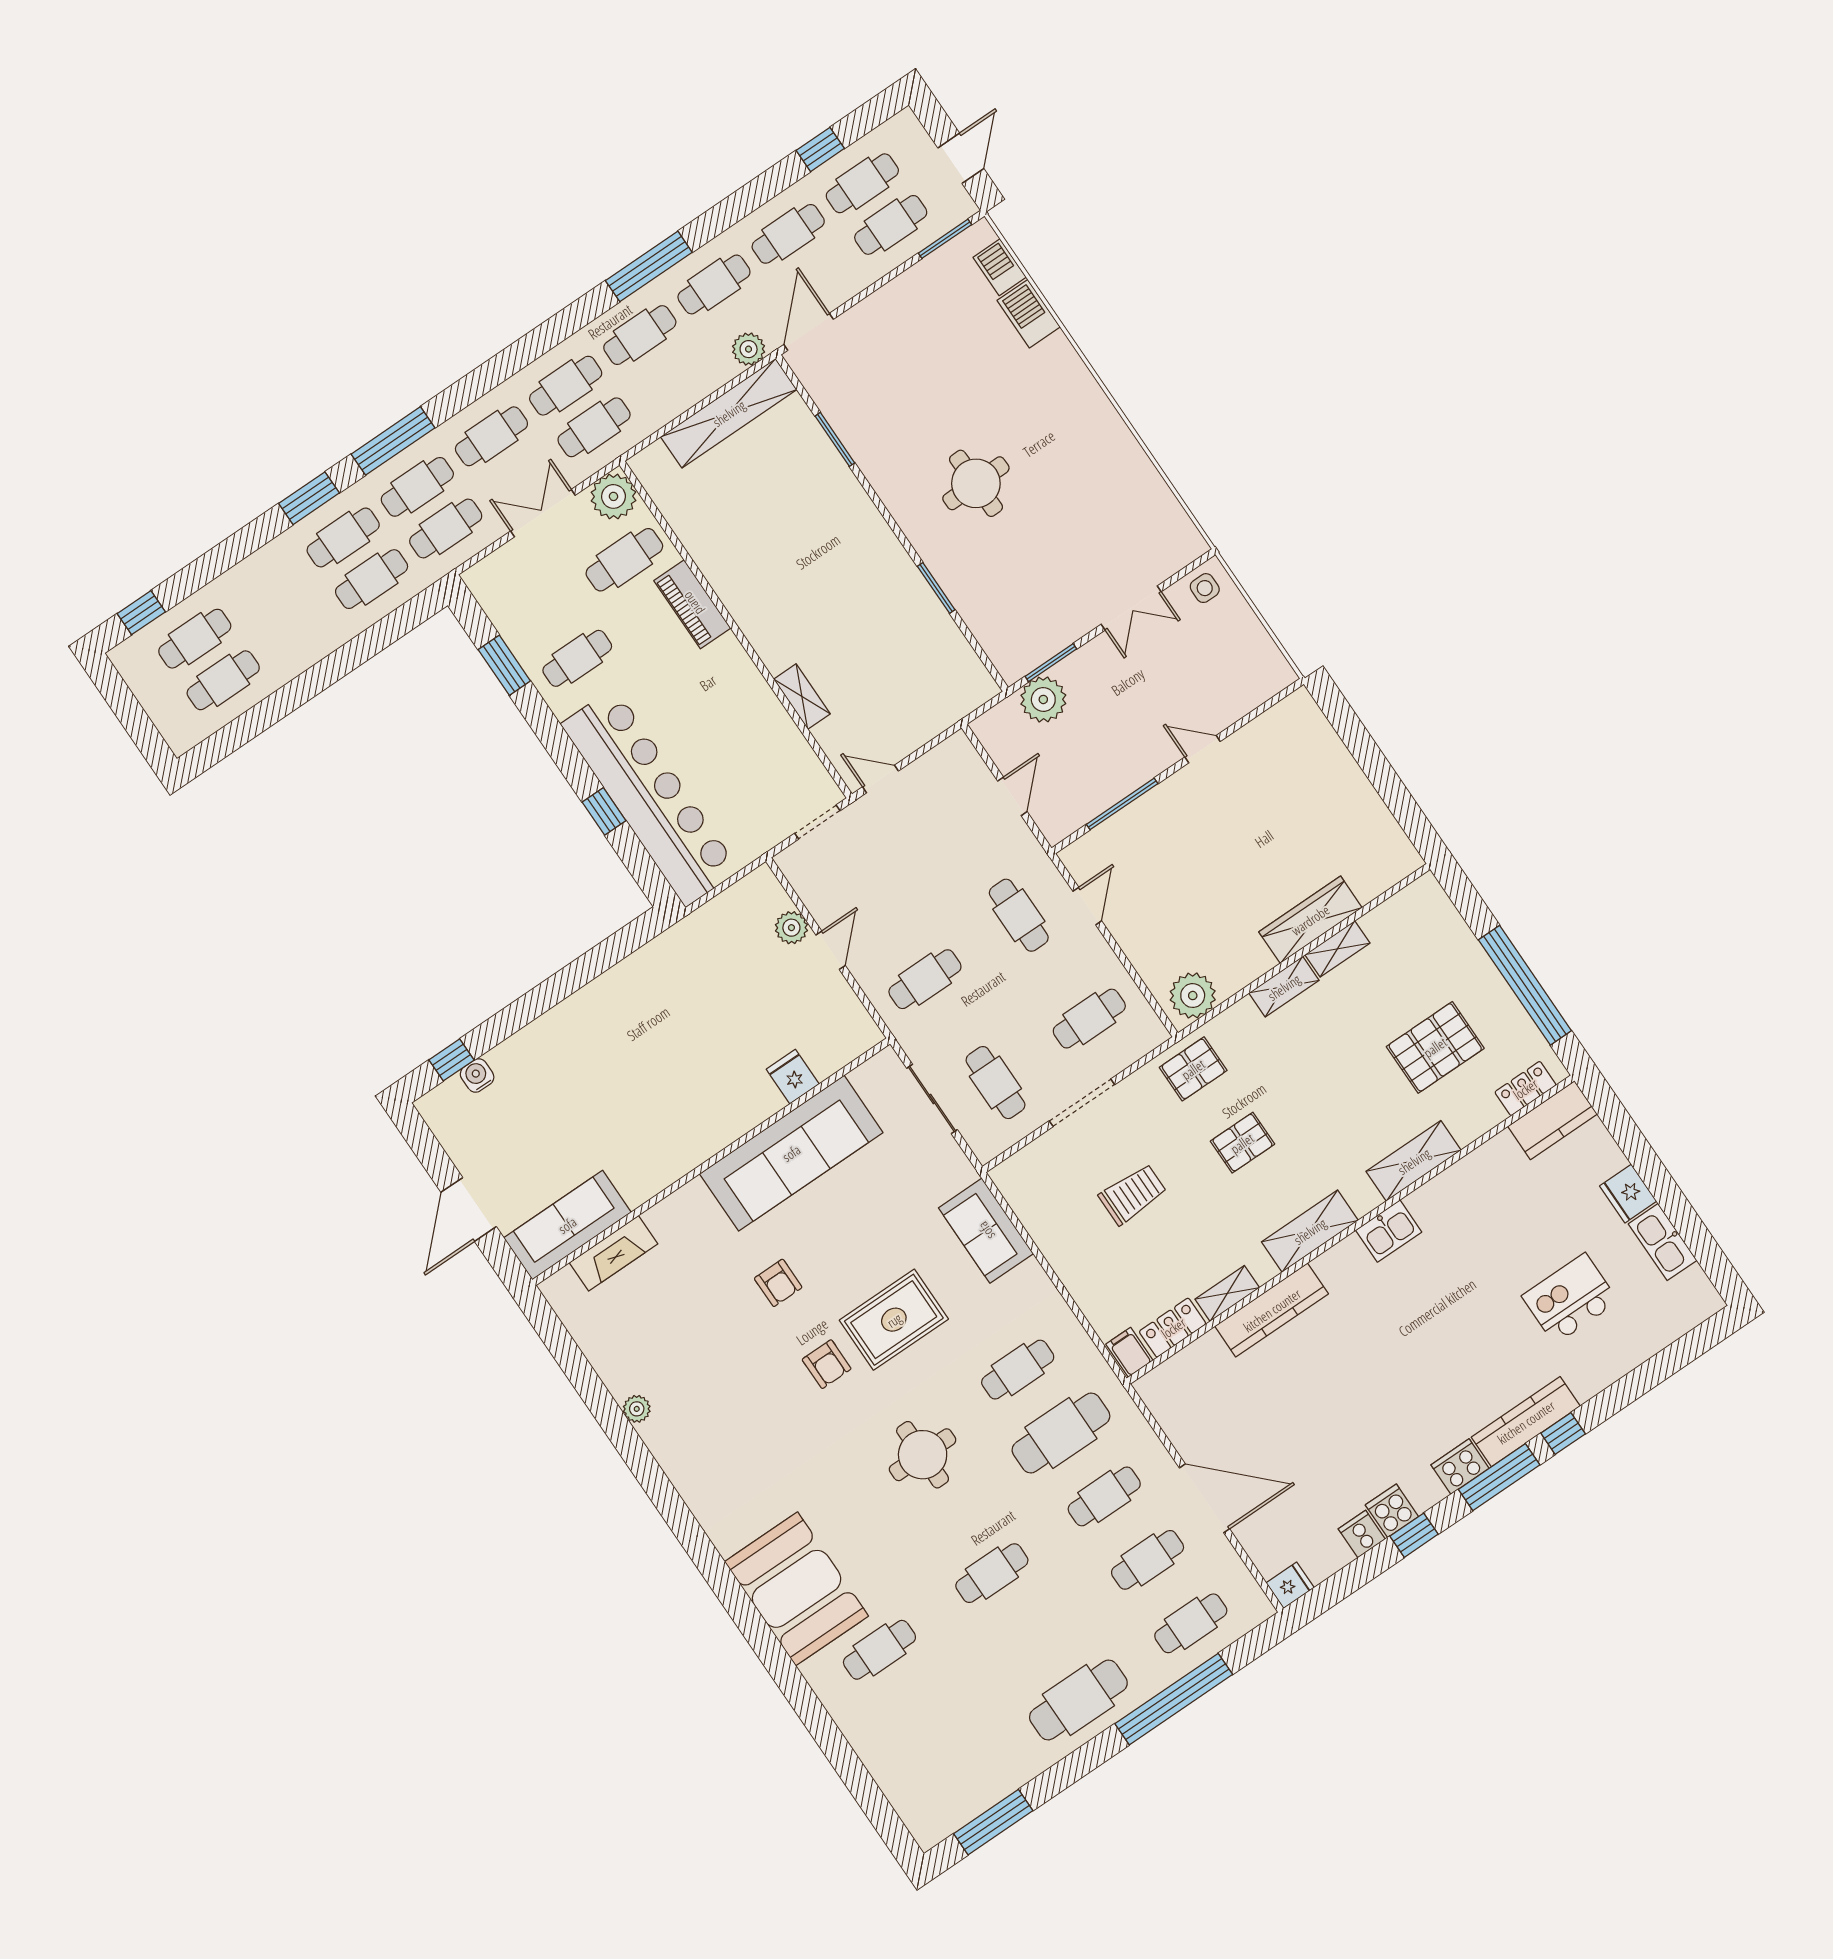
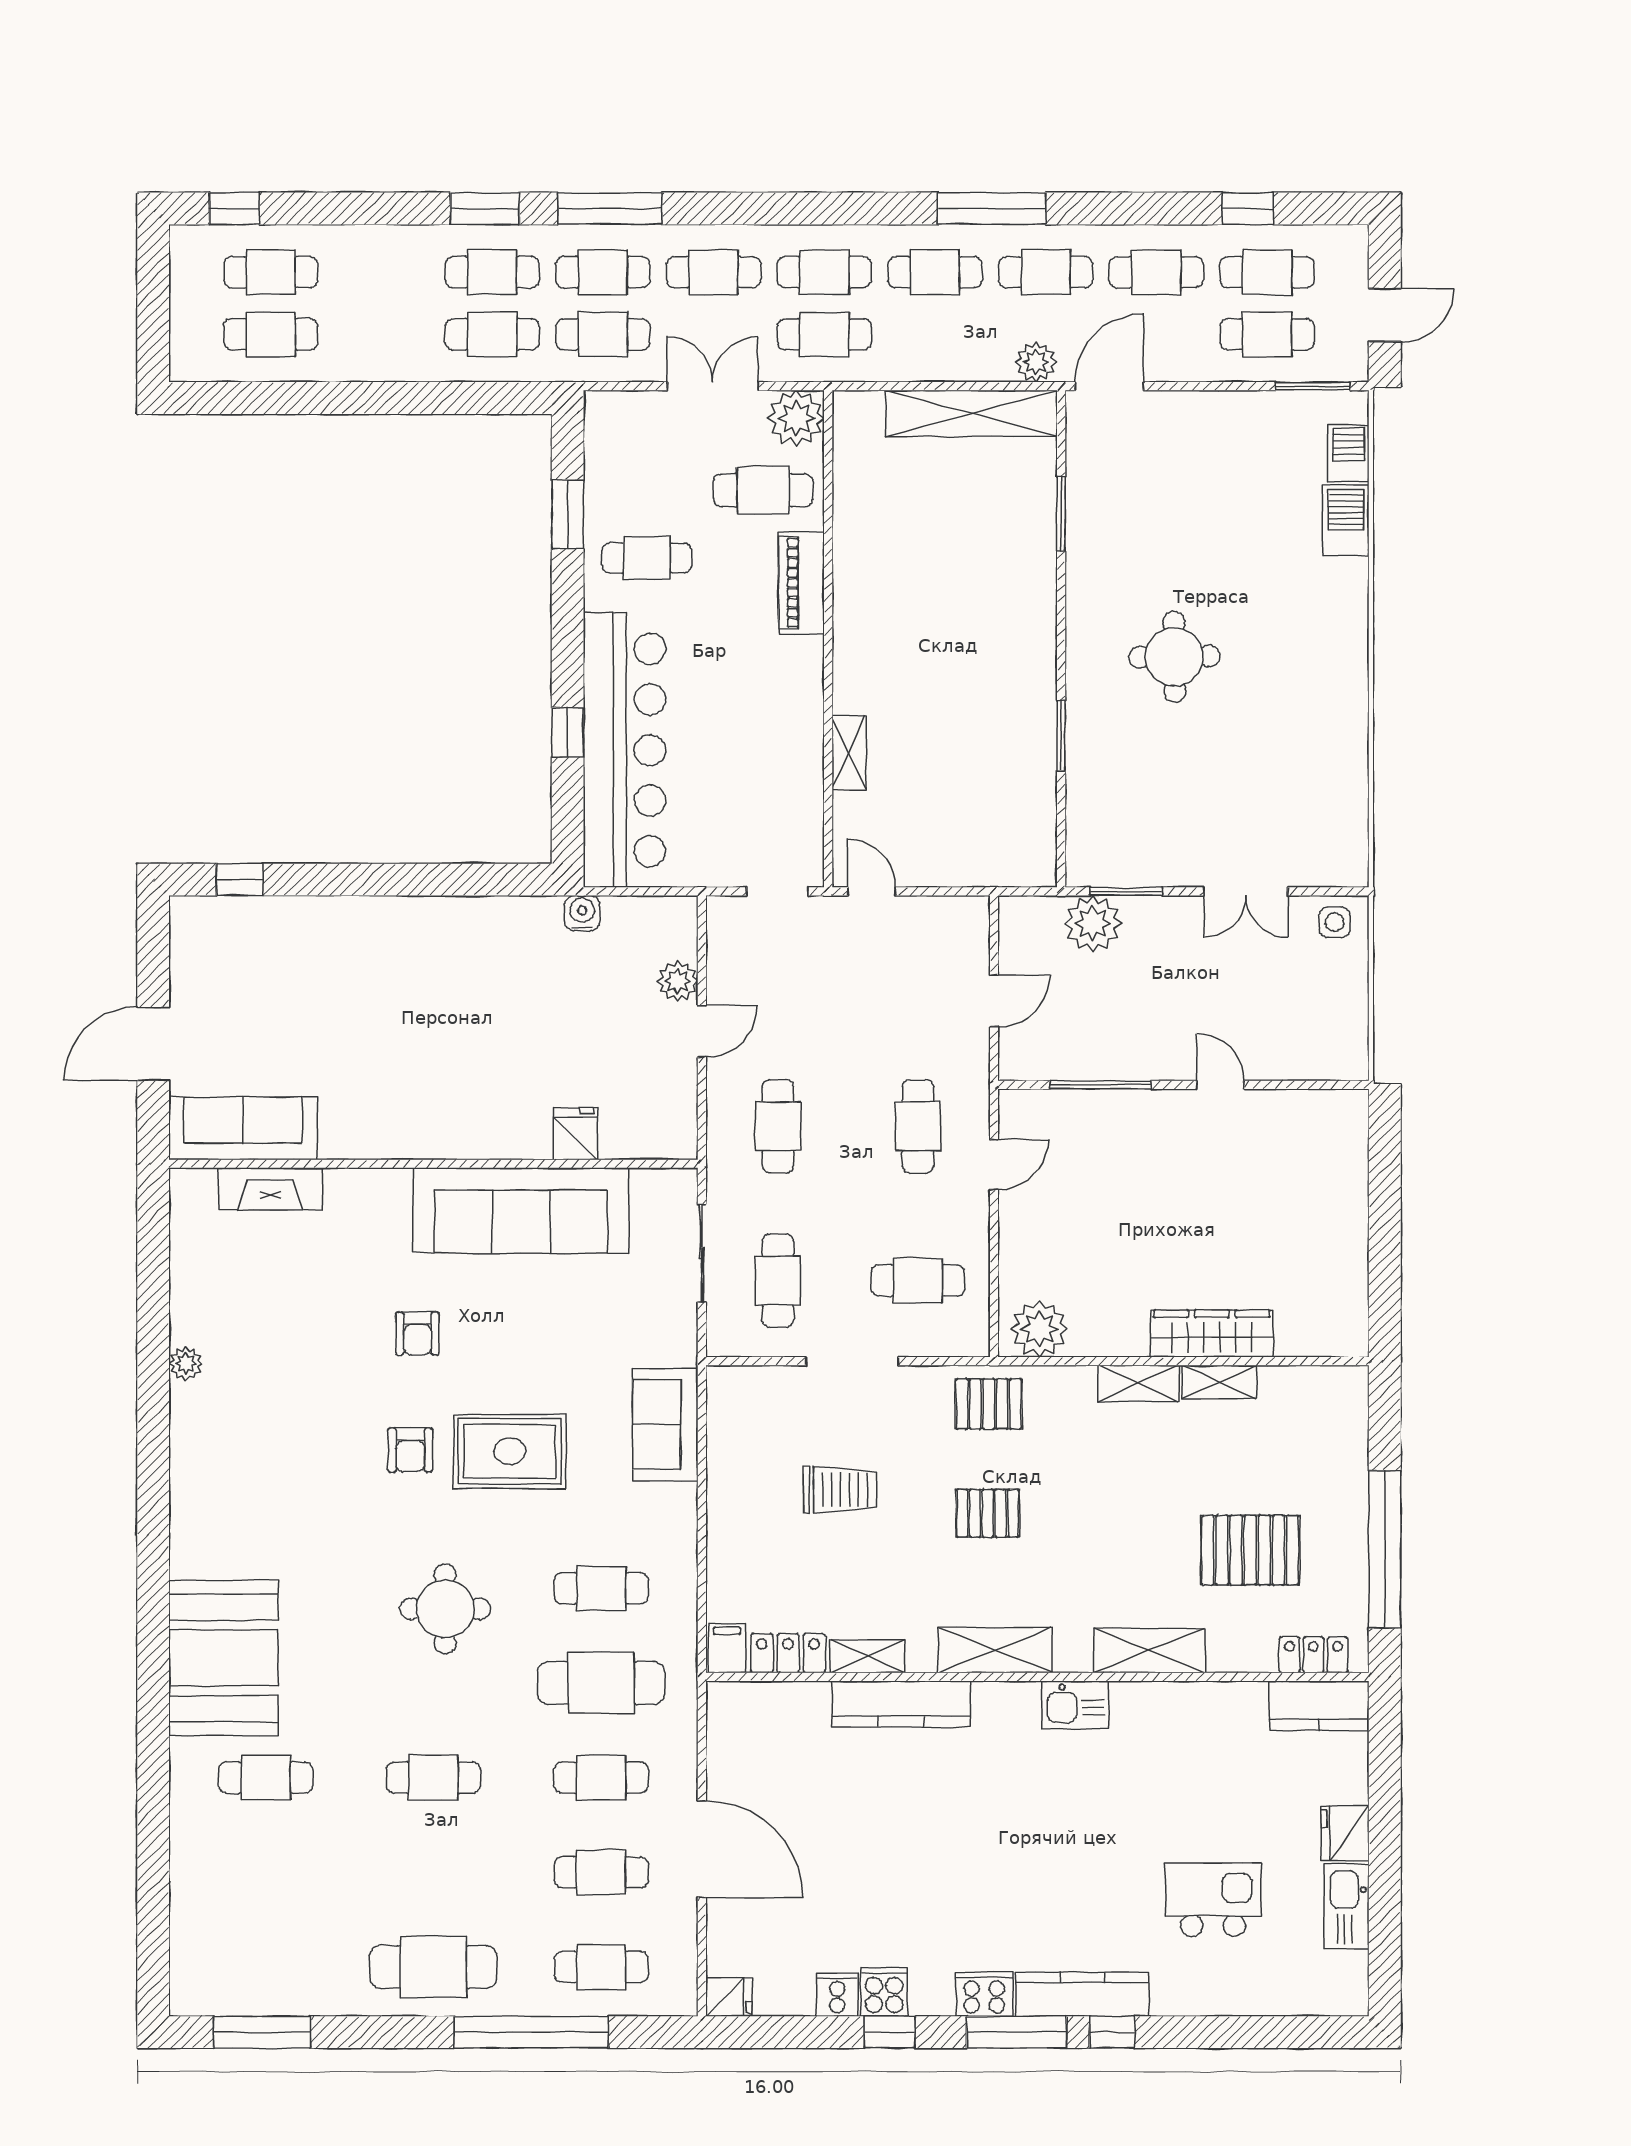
cafe table: (925, 979) -> (778, 1126), turned 90
water cooler: (477, 1075) -> (582, 913), moved

